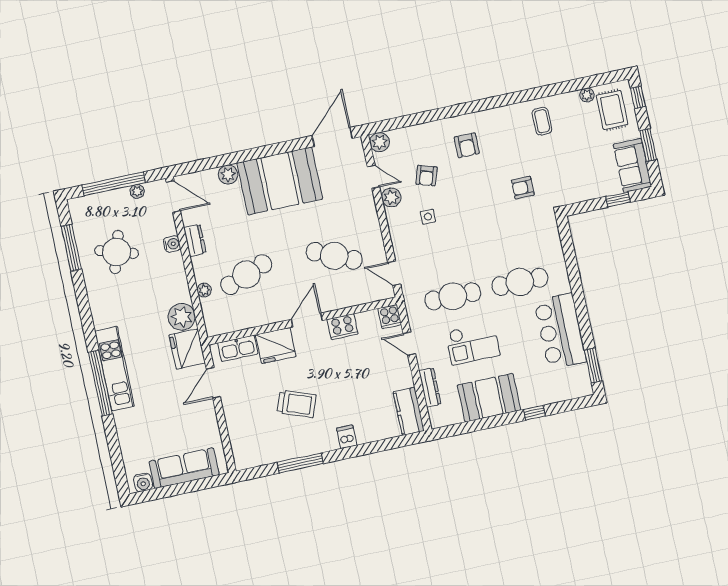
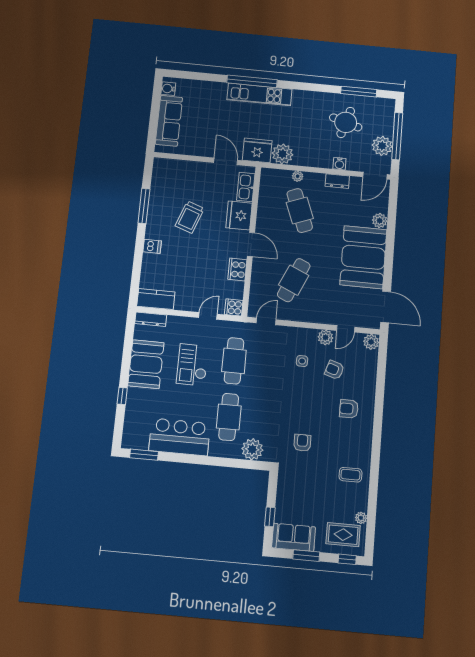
plant: (137, 191) -> (382, 146), width x1.88, depth x1.88
plant: (548, 243) -> (252, 449), added
dresser: (430, 388) -> (151, 319), moved

